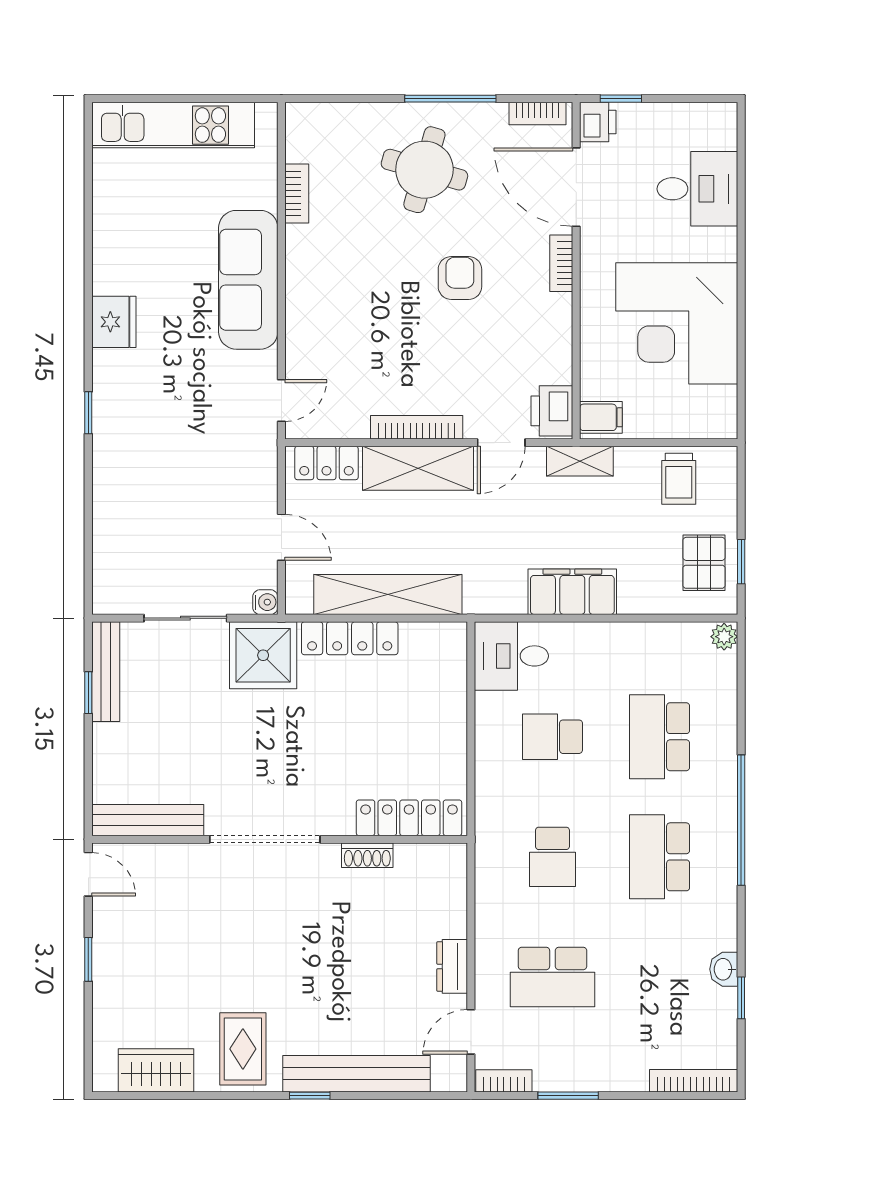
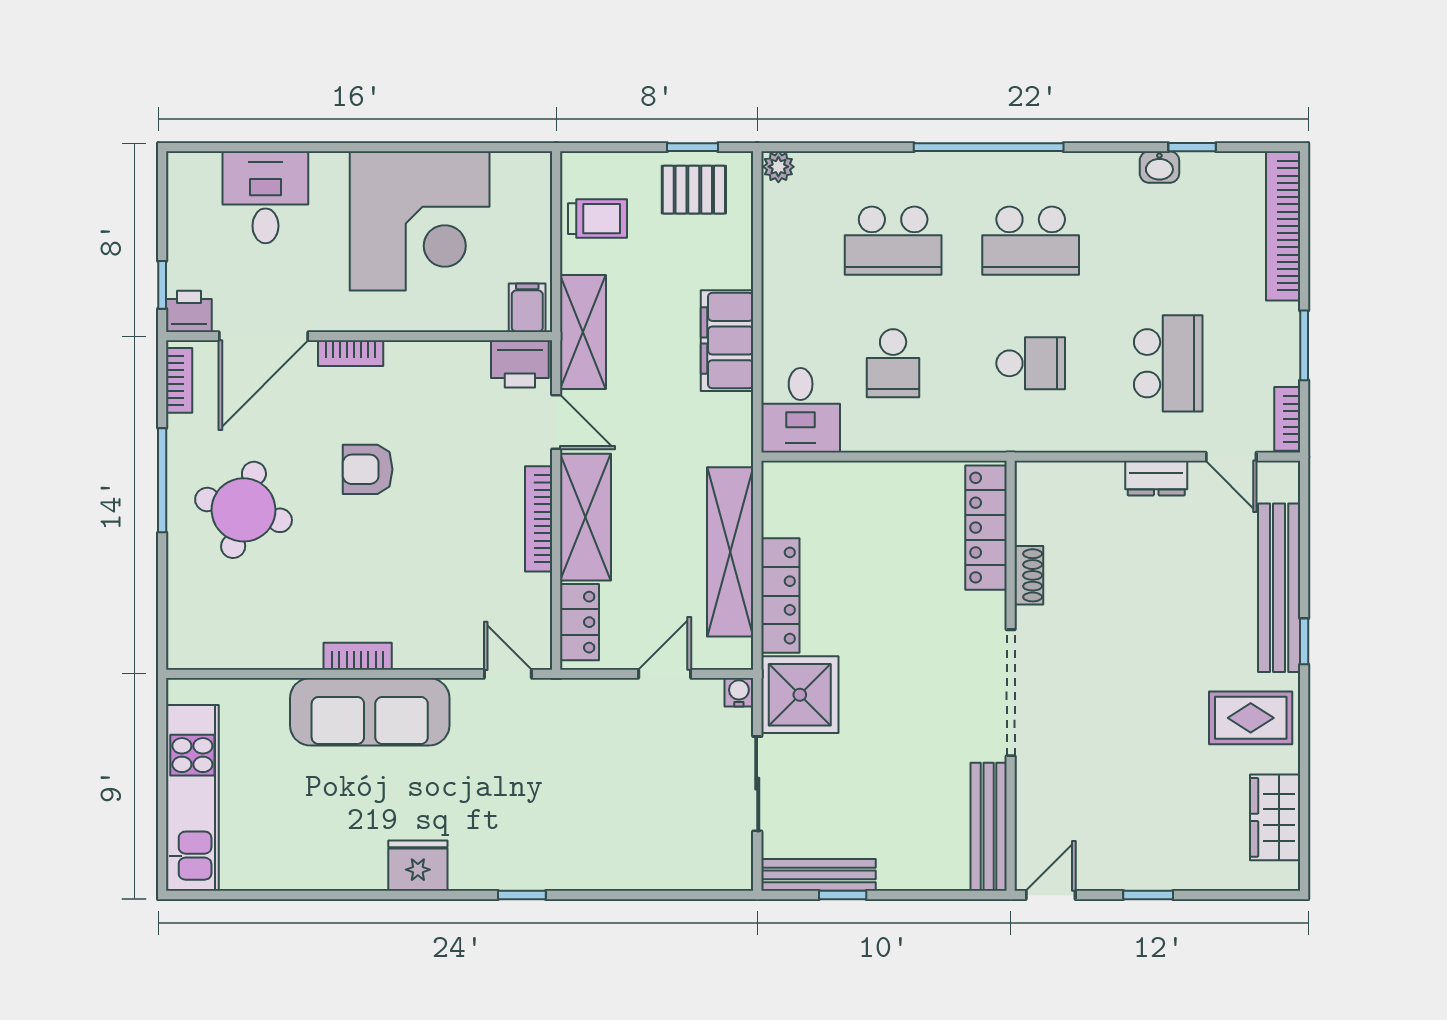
bookcase: (297, 194) -> (358, 656), moved
shelving: (580, 461) -> (583, 332), width x1.50, depth x1.33
bookcase: (694, 1081) -> (1283, 226), width x1.48, depth x1.31

